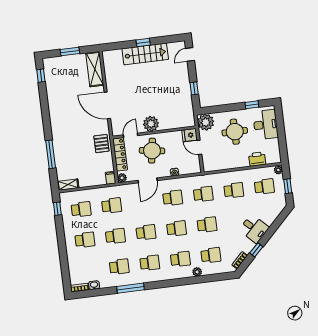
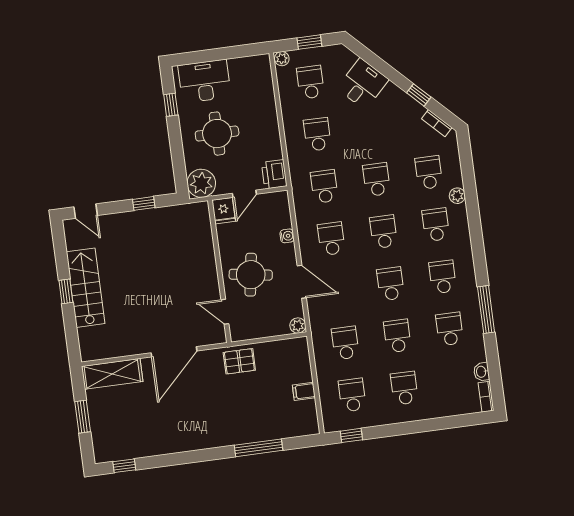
plant: (151, 124) -> (205, 277), removed
locker: (120, 154) -> (257, 329), removed
printer: (257, 159) -> (274, 174), moved
filing cabinet: (111, 178) -> (304, 391), moved
shelving: (68, 185) -> (310, 418), removed
desk: (254, 229) -> (363, 84), moved

